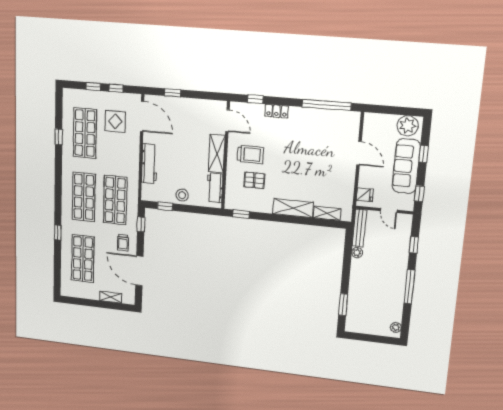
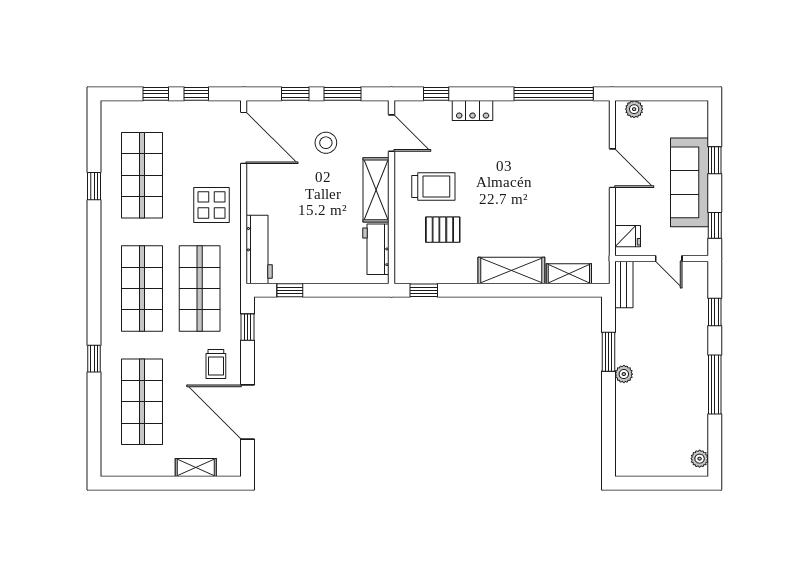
window: (200, 95) -> (343, 94), added
display table: (115, 121) -> (211, 205), moved
plant: (408, 126) -> (634, 109), moved, width x0.53, depth x0.53
workbench: (149, 164) -> (259, 249), moved
stool: (182, 195) -> (326, 143), moved
bench: (359, 228) -> (624, 285), width x0.73
plant: (357, 253) -> (624, 374), moved
window: (343, 305) -> (608, 352), moved

